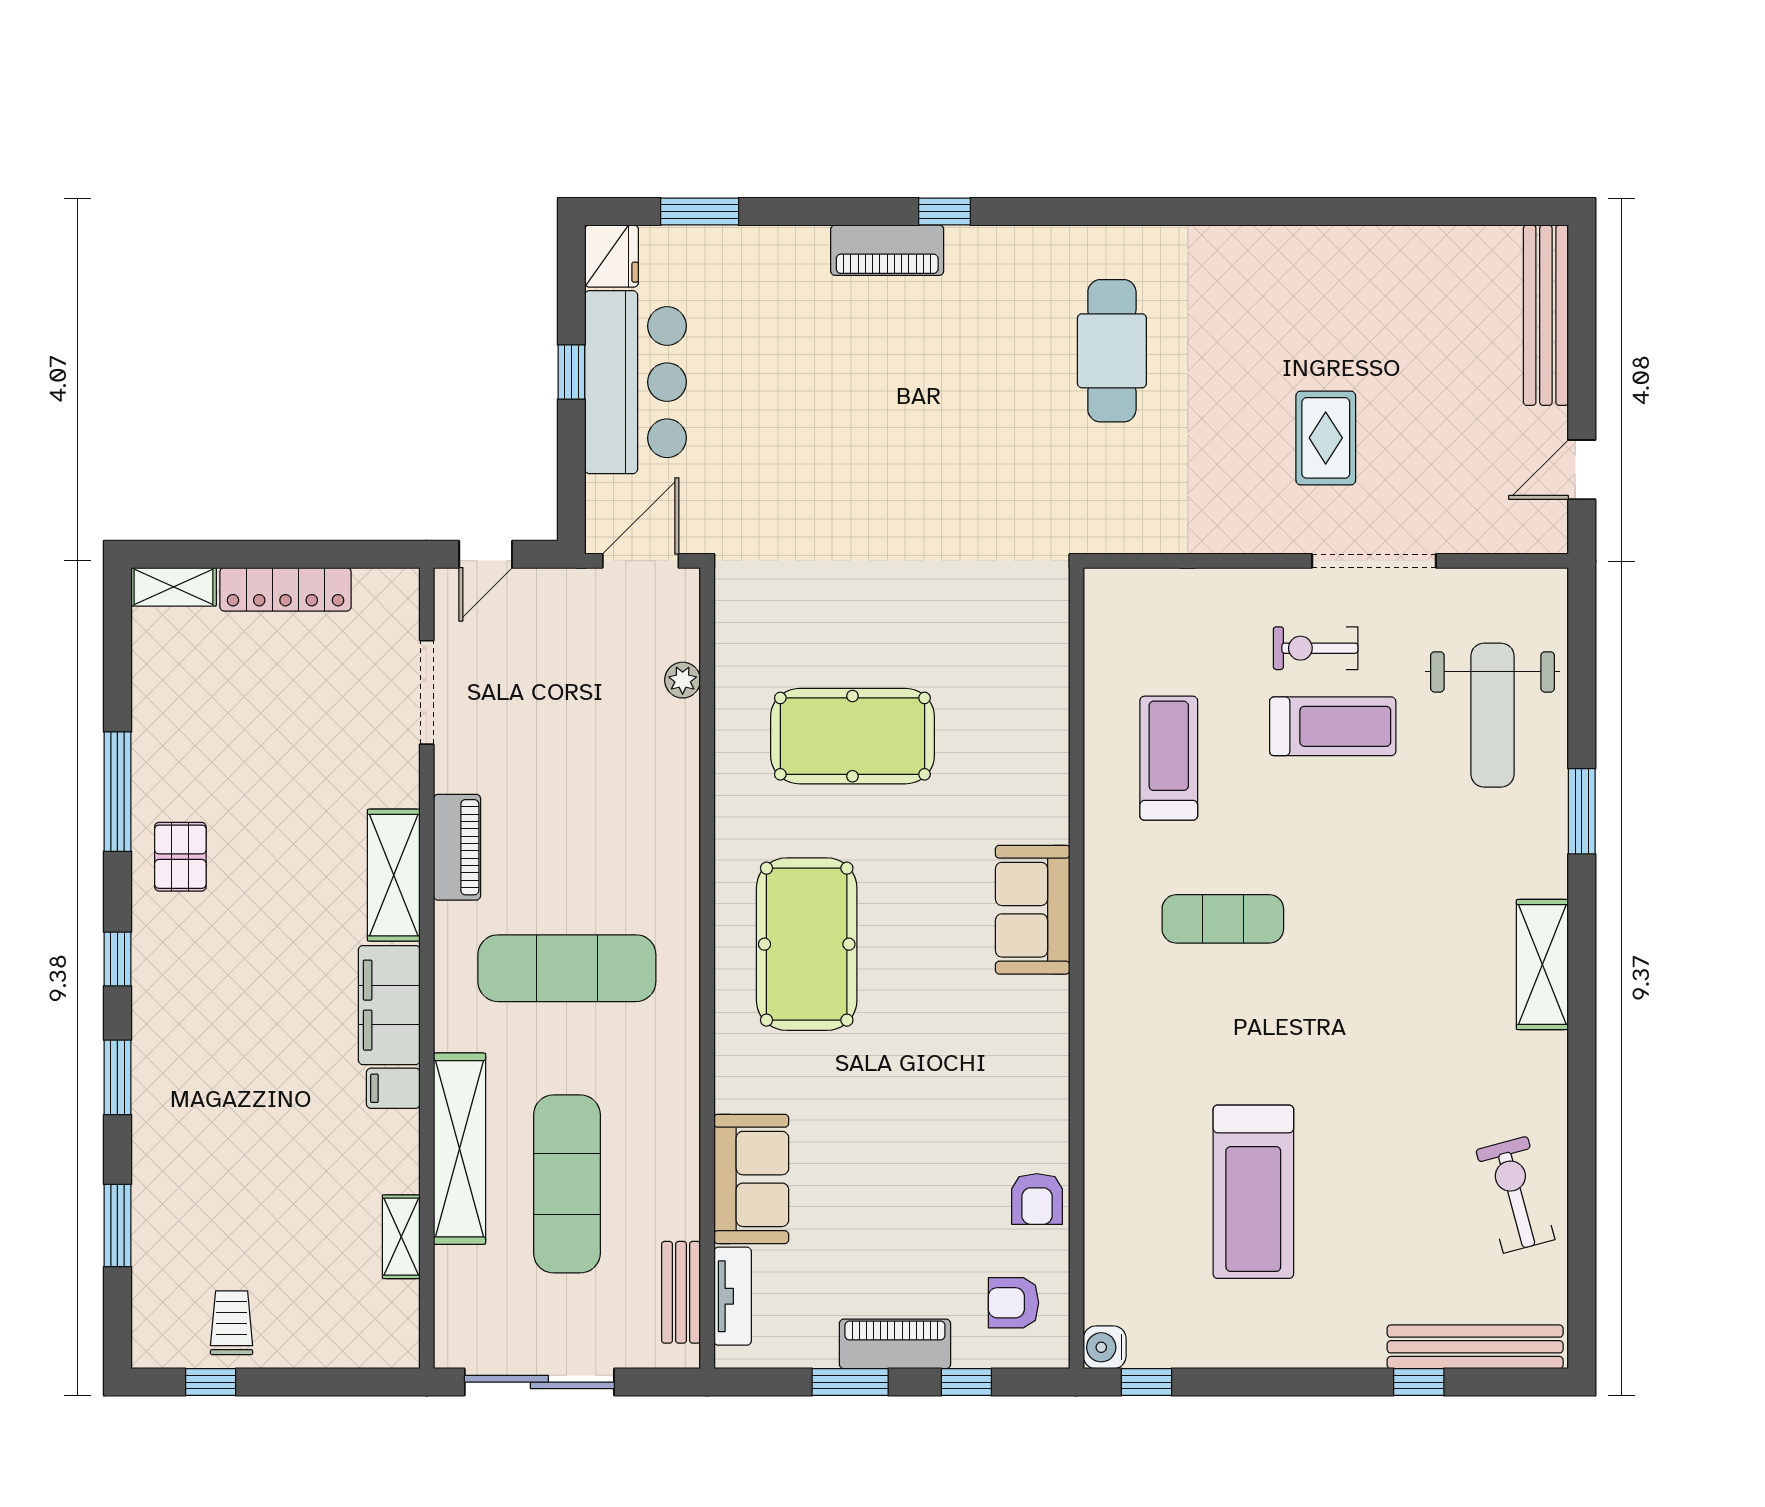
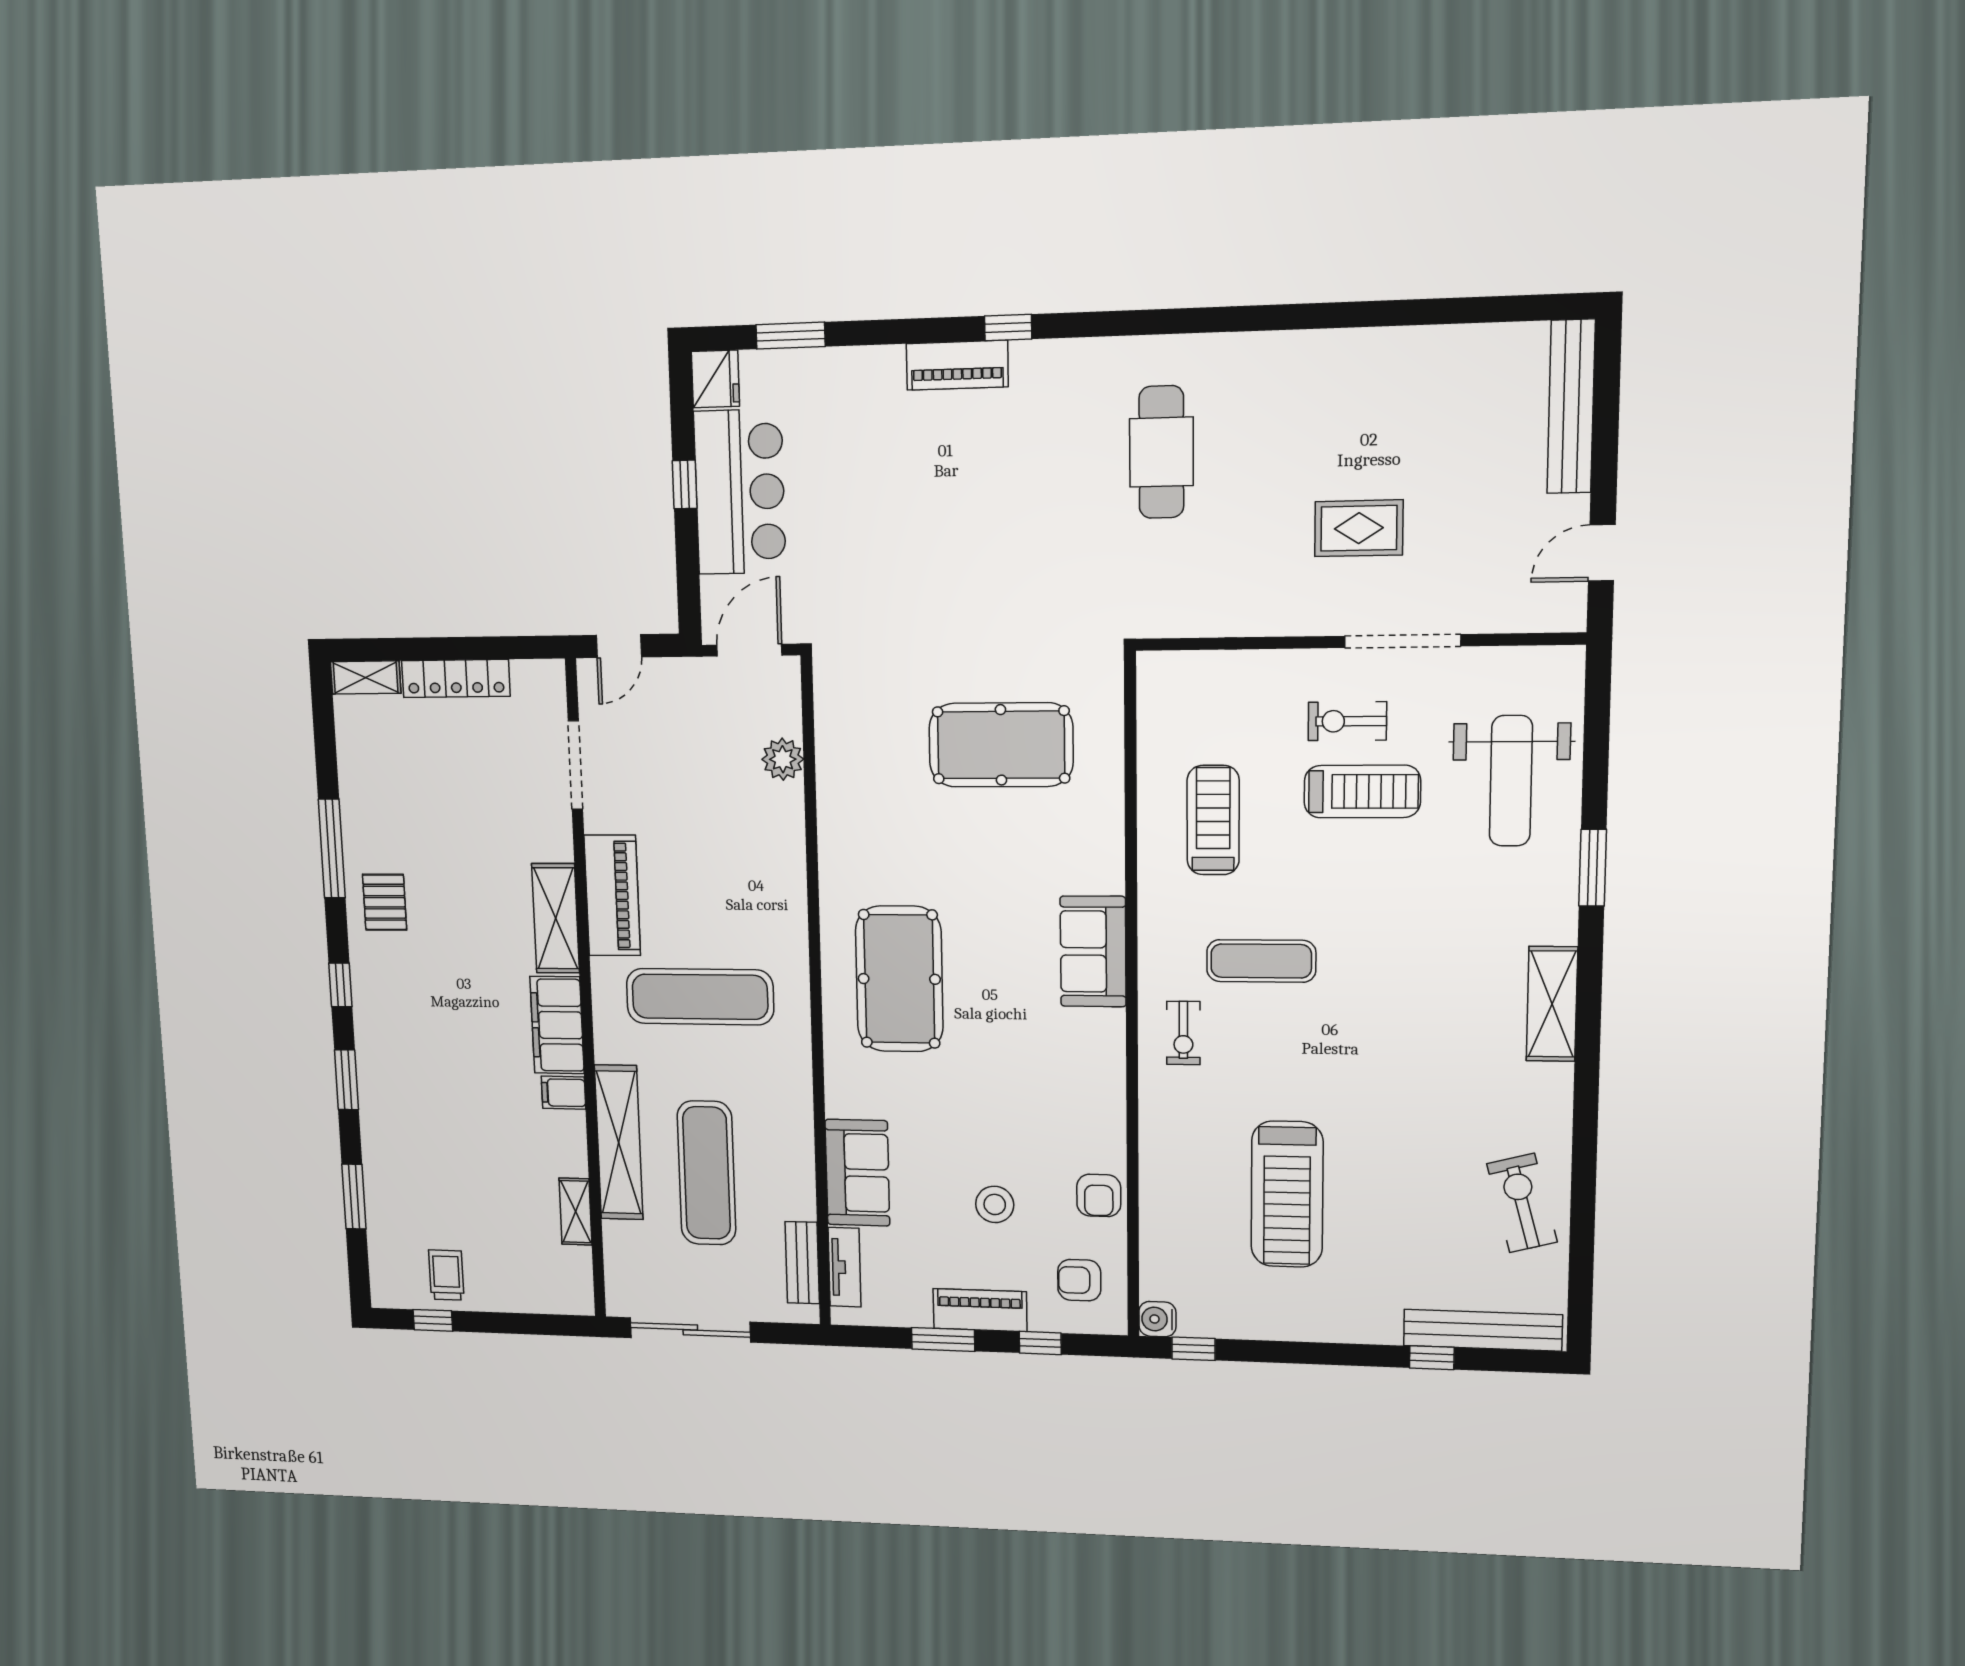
rug: (1326, 438) -> (1359, 528), turned 90
plant: (683, 680) -> (783, 759), width x1.38, depth x1.38
pool table: (852, 736) -> (1001, 745), moved
piano: (457, 847) -> (612, 895), width x1.37, depth x1.33
exercise bike: (1135, 1004) -> (1183, 1033), added
stool: (915, 1213) -> (995, 1204), added

